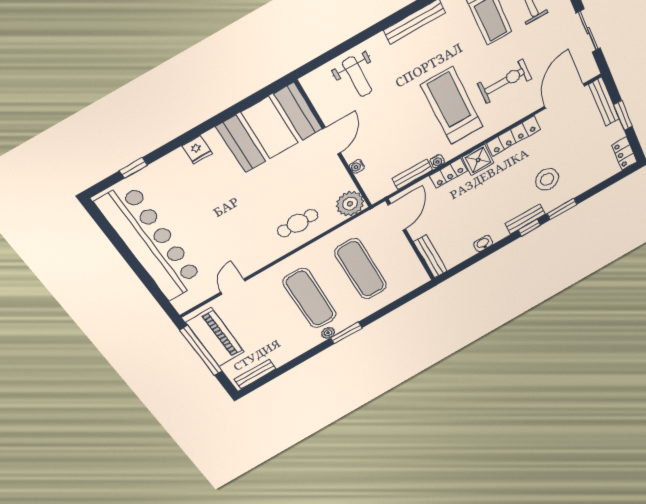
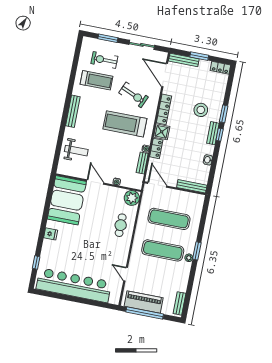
exercise bike: (504, 81) -> (134, 95), turned 112

